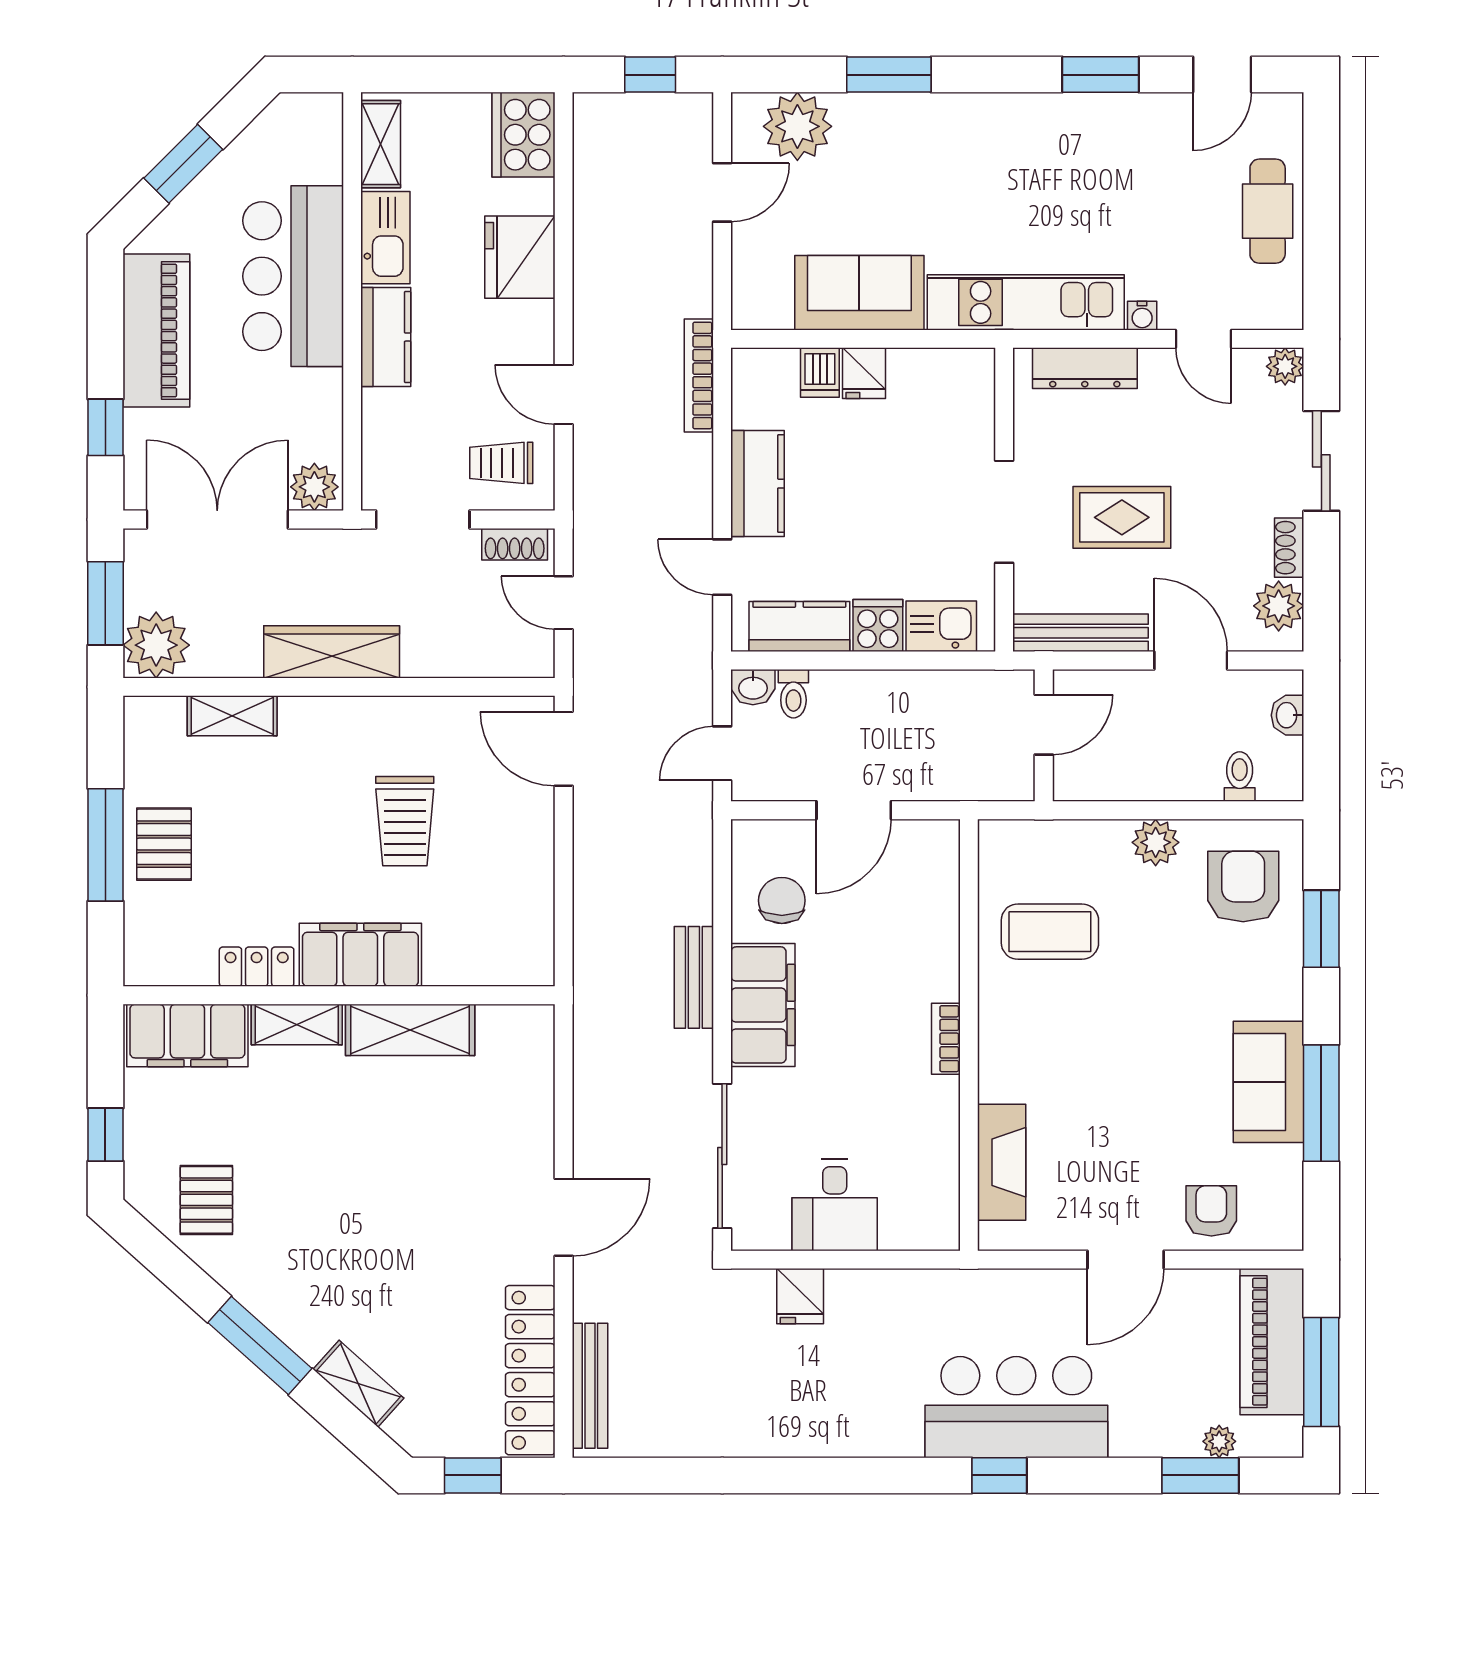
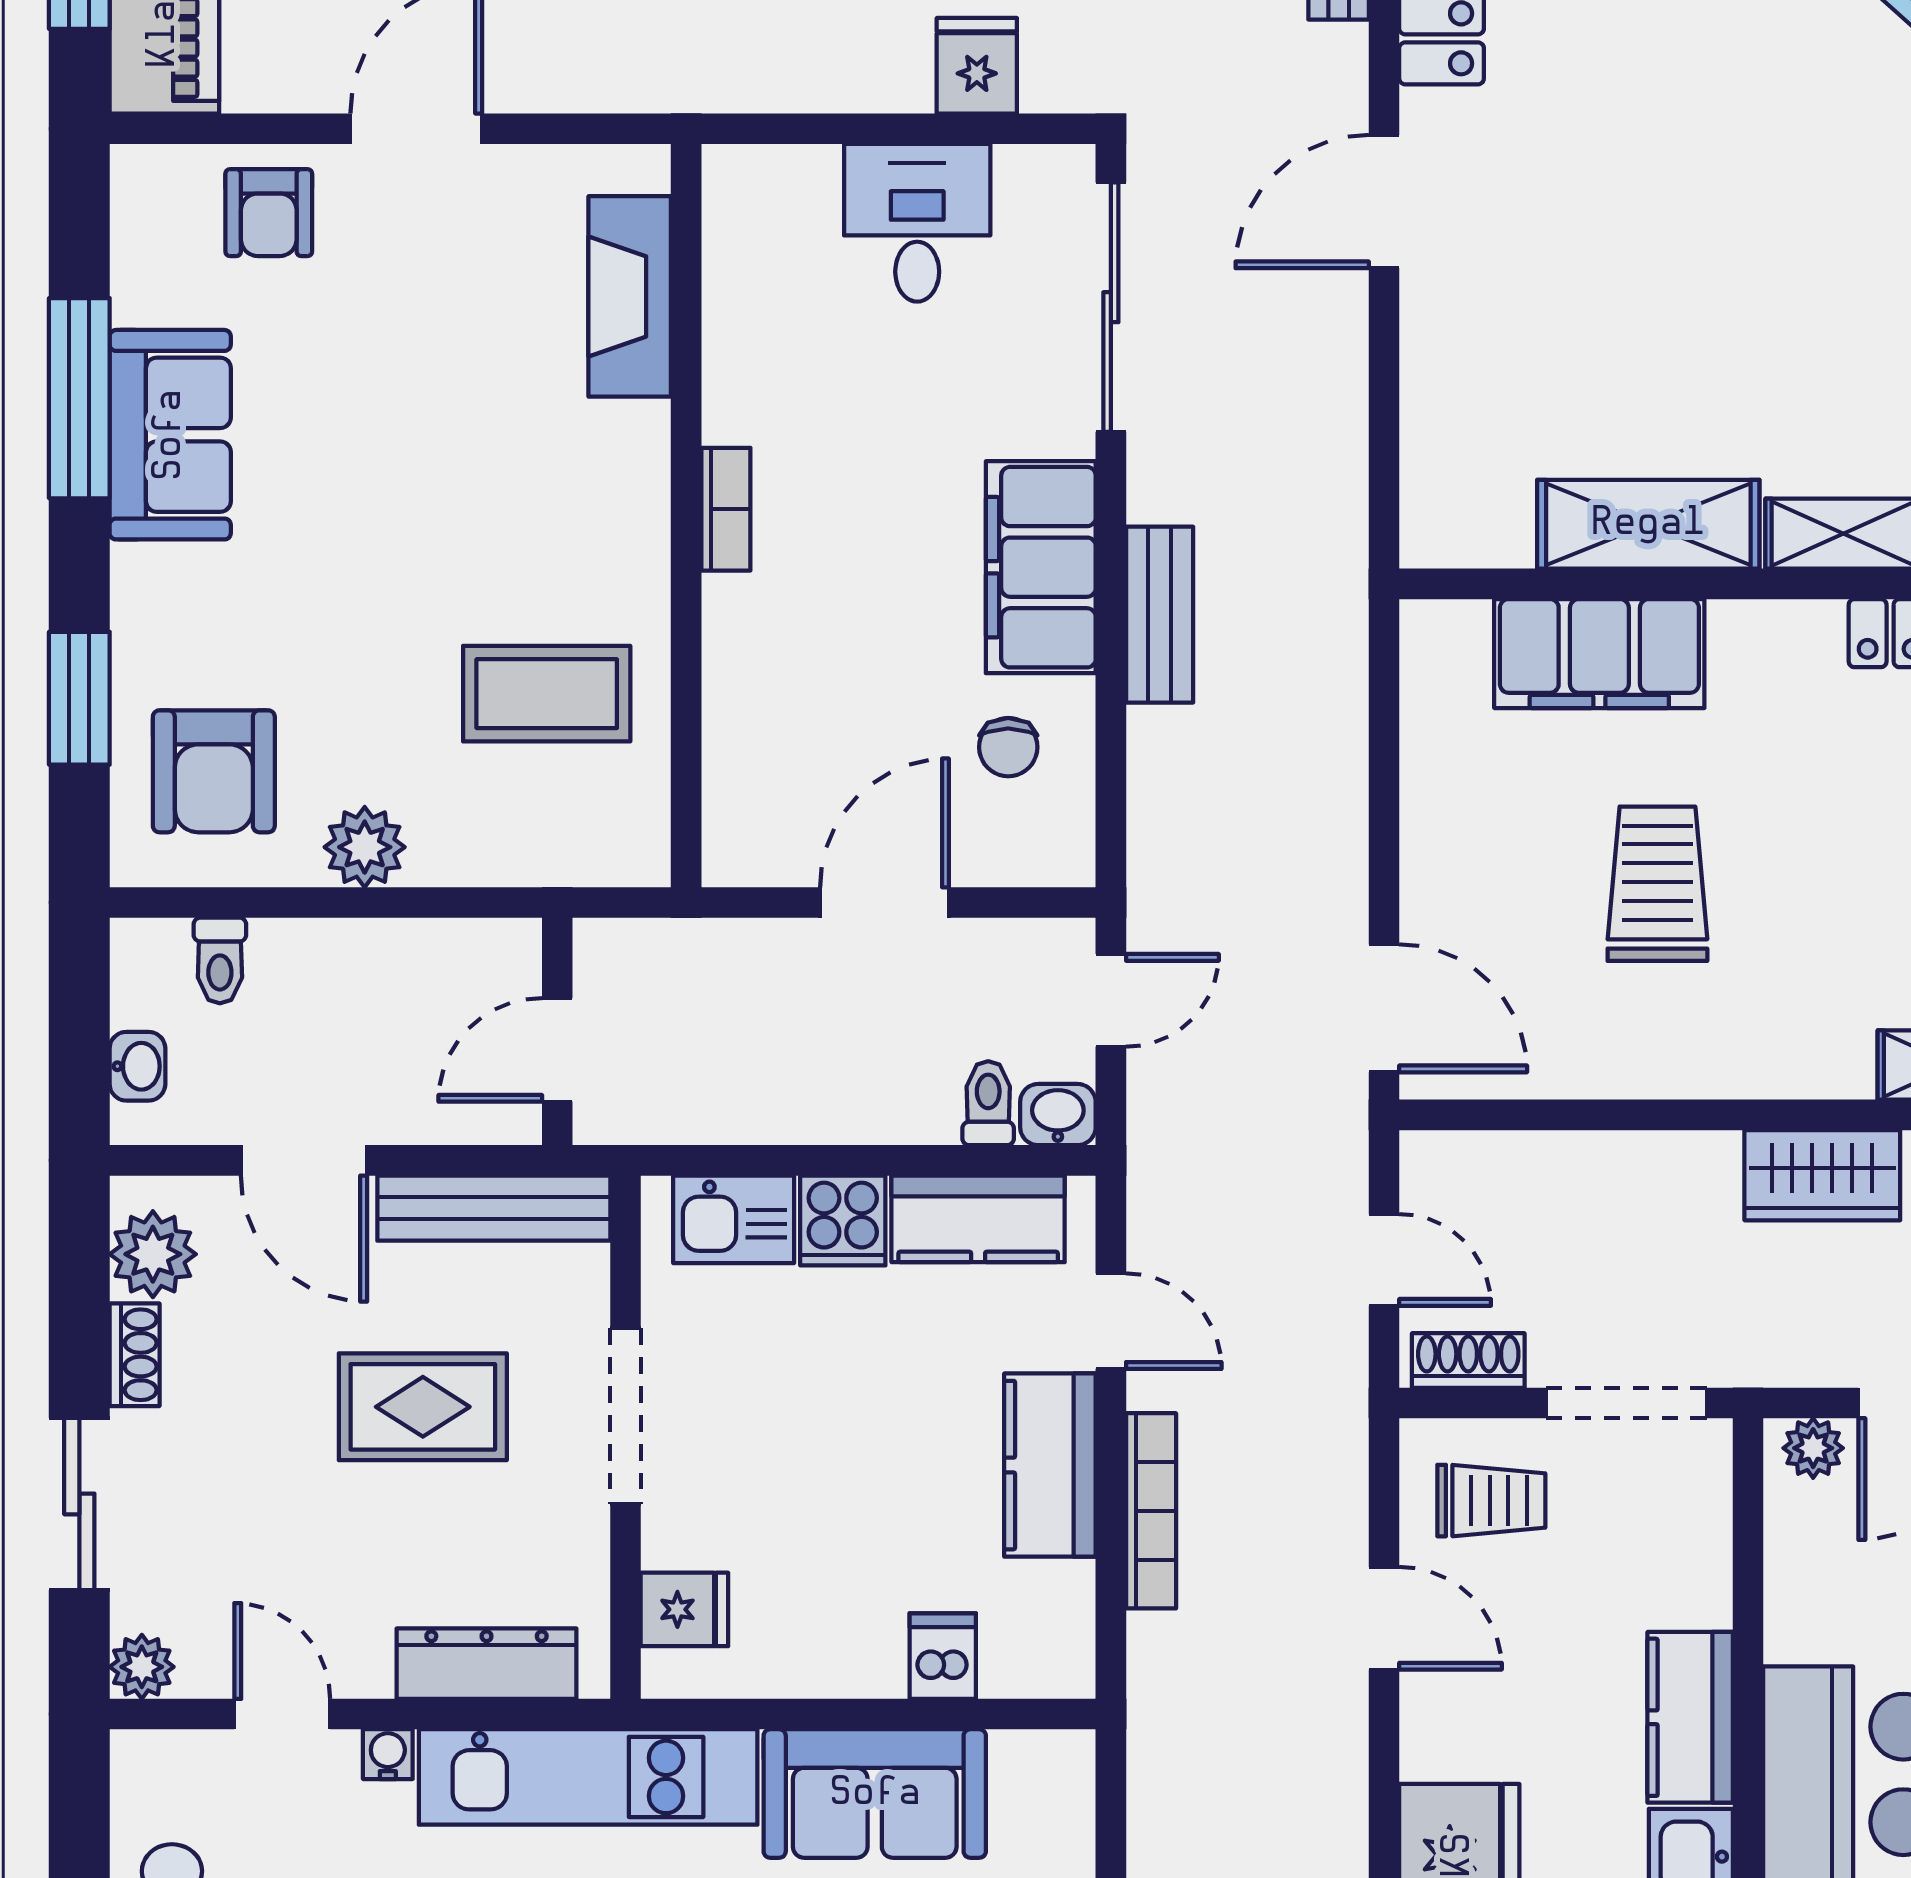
fridge: (864, 373) -> (684, 1609), moved, turned 90
bookcase: (699, 375) -> (1151, 1511), moved
plant: (314, 487) -> (1813, 1448), width x0.73, depth x0.73
wardrobe: (332, 652) -> (1822, 1175), width x0.67
chair: (782, 900) -> (1008, 747), width x0.73, depth x0.73
filing cabinet: (360, 955) -> (1599, 654), moved

